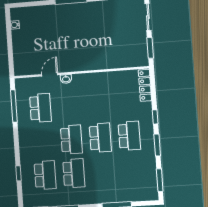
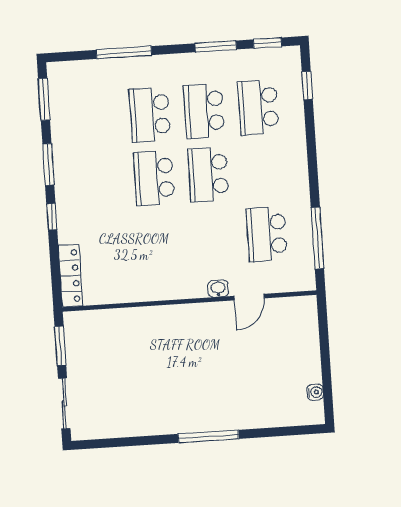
school desk: (129, 136) -> (150, 115), moved
window: (18, 173) -> (307, 85), moved

